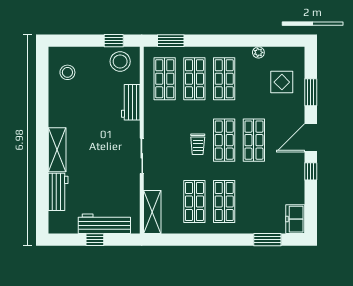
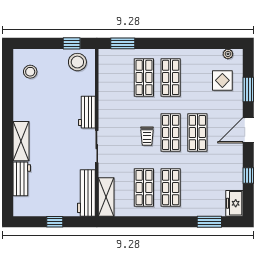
plant: (258, 52) -> (228, 54), moved
shop shelf: (165, 79) -> (117, 77), removed
workbench: (131, 102) -> (87, 112), moved
window: (311, 171) -> (248, 176), moved
workbench: (104, 224) -> (86, 193), moved, turned -90

